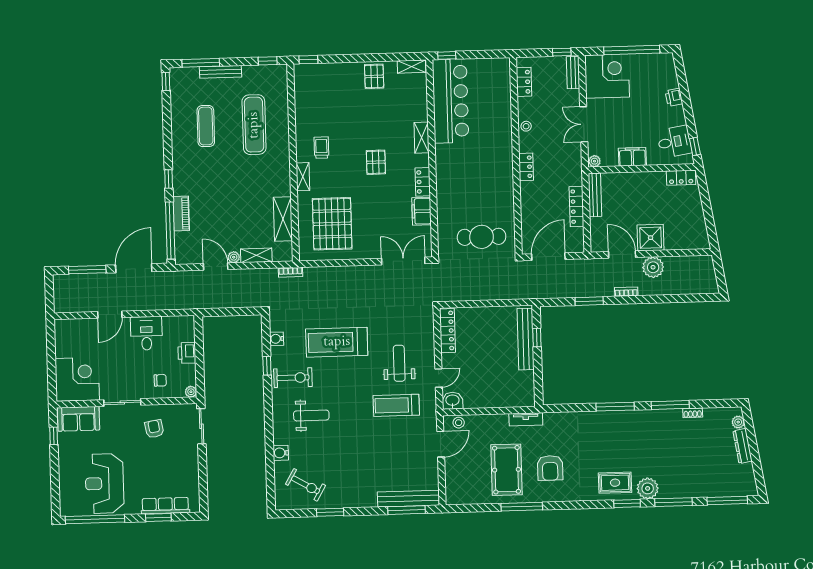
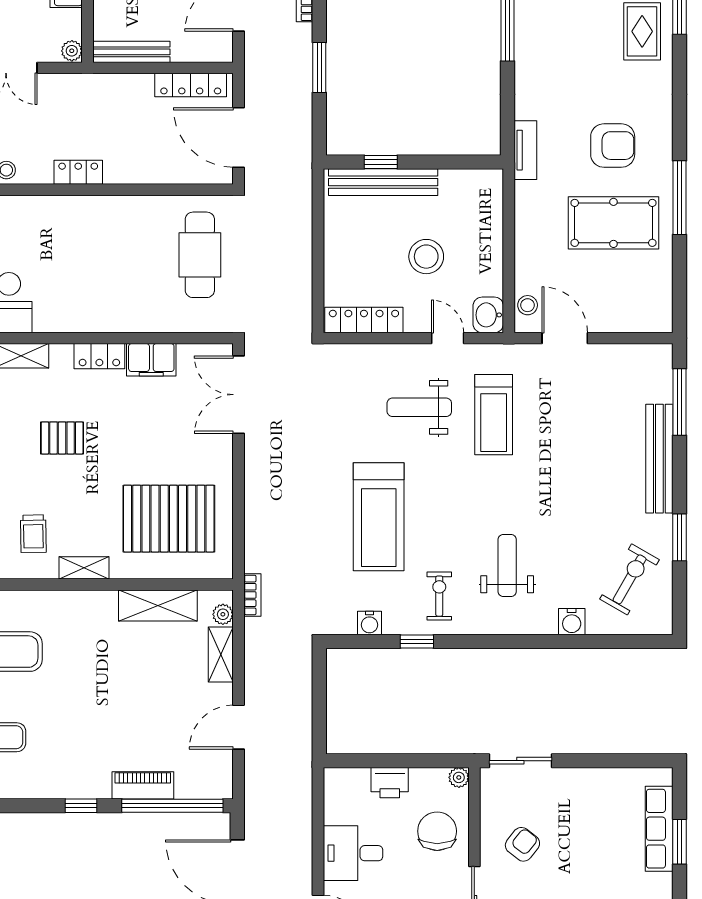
trolley: (321, 148) -> (33, 534), turned -91
locker: (577, 207) -> (191, 85), moved
plant: (234, 257) -> (223, 614), moved
stool: (484, 365) -> (426, 257), added
exercise bike: (293, 378) -> (439, 596), width x0.73, depth x0.72
chair: (160, 380) -> (437, 831), width x1.87, depth x1.87
tv unit: (526, 419) -> (525, 150), moved
armchair: (154, 429) -> (522, 844), turned 138
bench: (408, 499) -> (659, 459), moved

